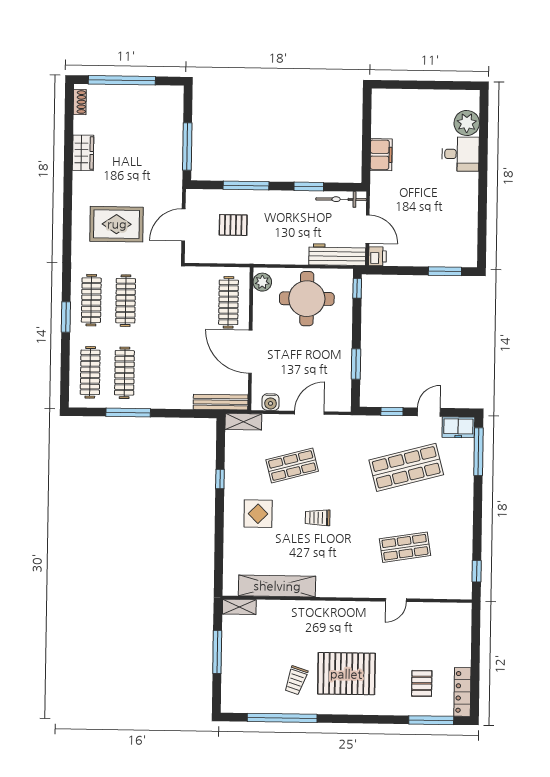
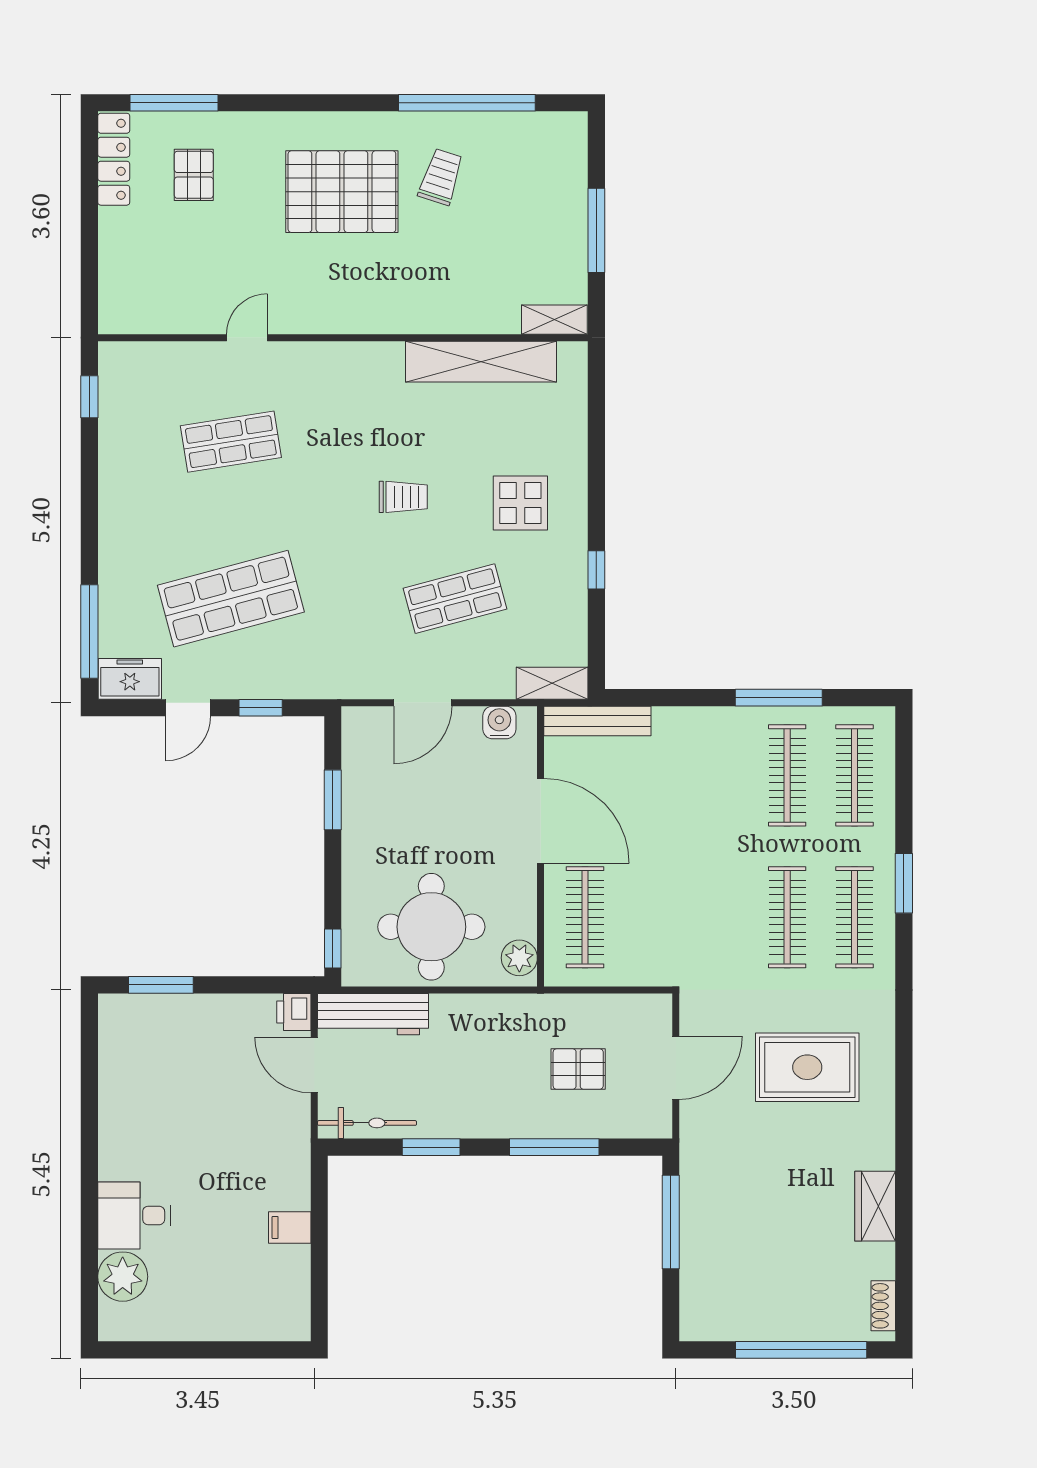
filing cabinet: (381, 155) -> (290, 1227), width x0.50

